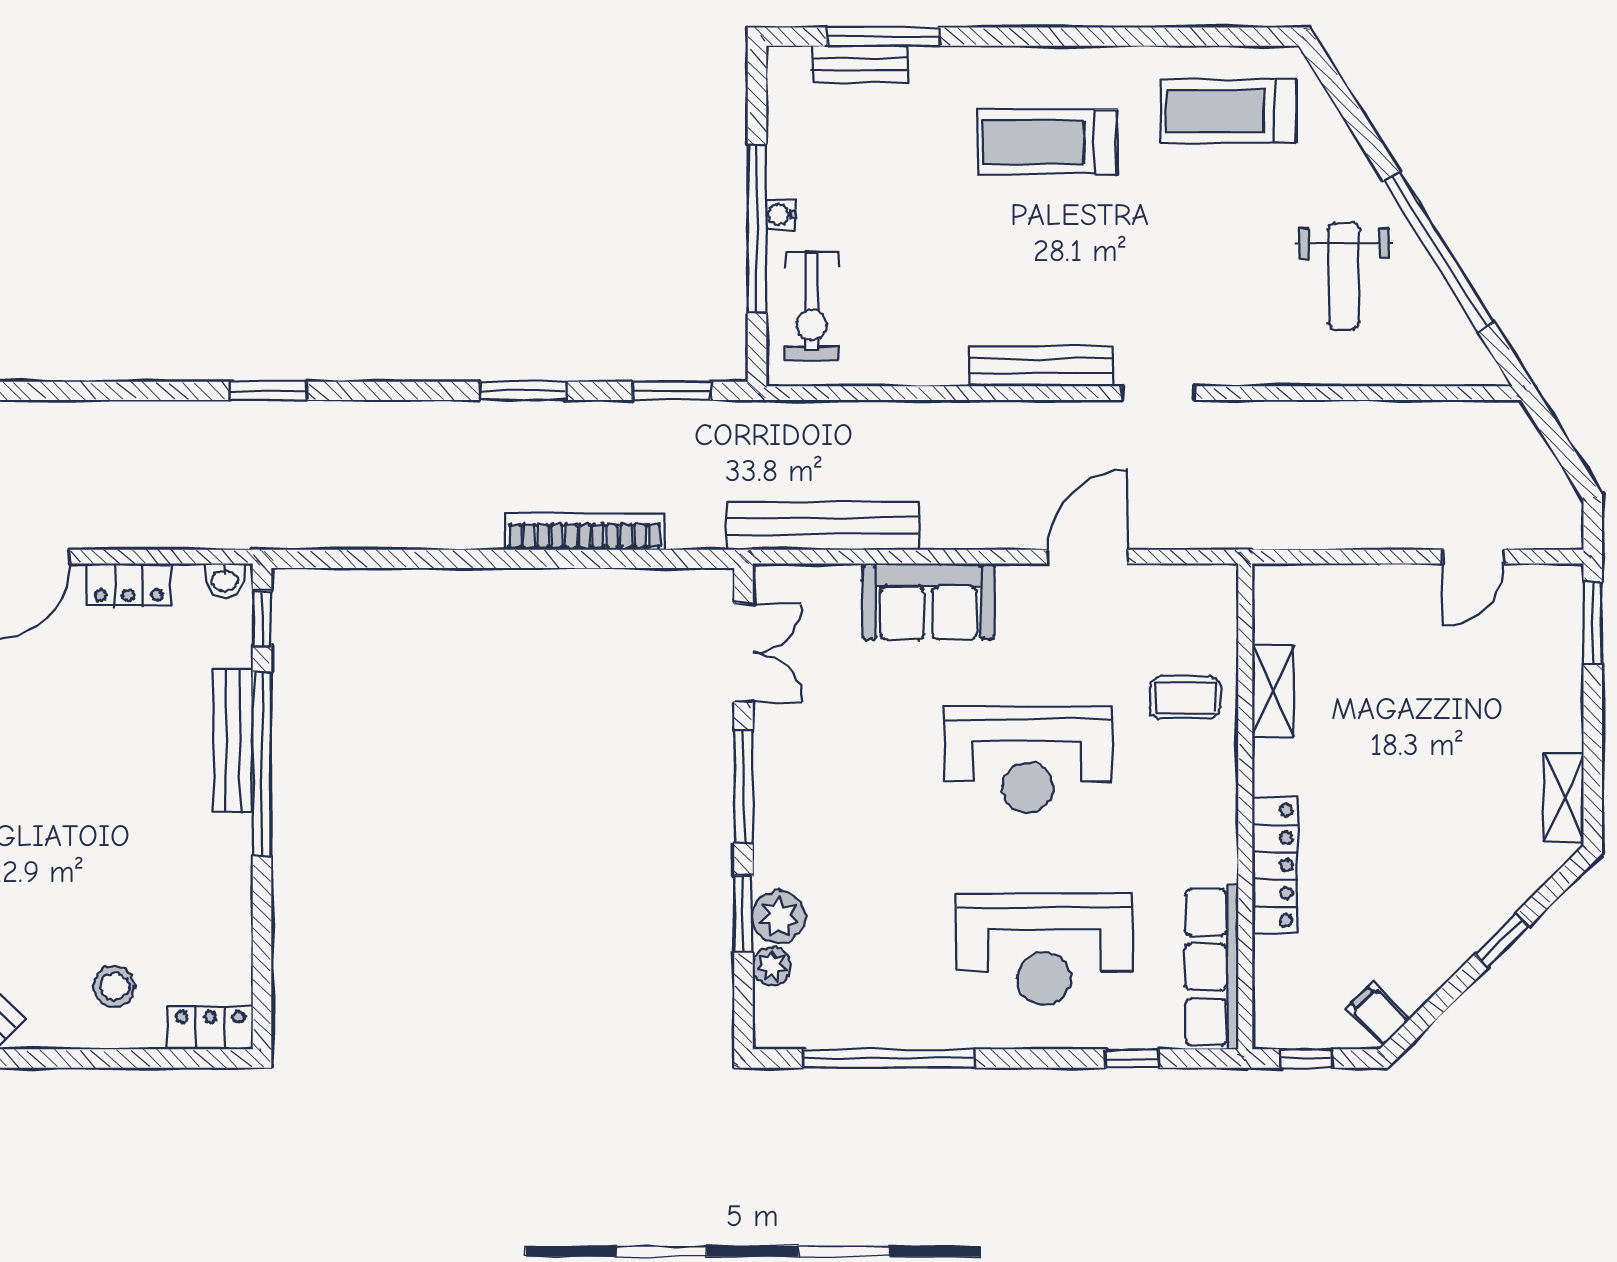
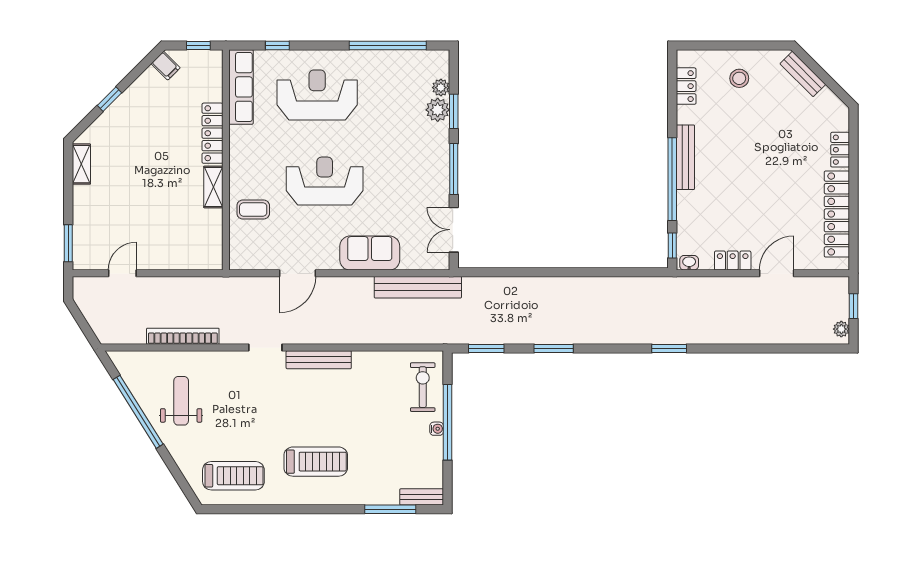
bench: (860, 64) -> (422, 497), moved
bookcase: (585, 532) -> (183, 336), moved, turned 180
shelving: (1273, 690) -> (213, 187), moved
bench: (233, 741) -> (685, 157), moved
locker: (210, 1028) -> (686, 86), moved, turned -90

